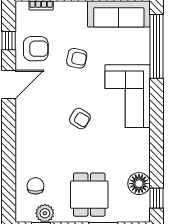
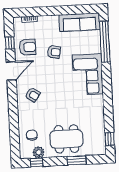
armchair: (80, 119) -> (33, 95), moved
floor lamp: (139, 184) -> (98, 130), removed
dining table: (89, 195) -> (66, 139), width x1.38

